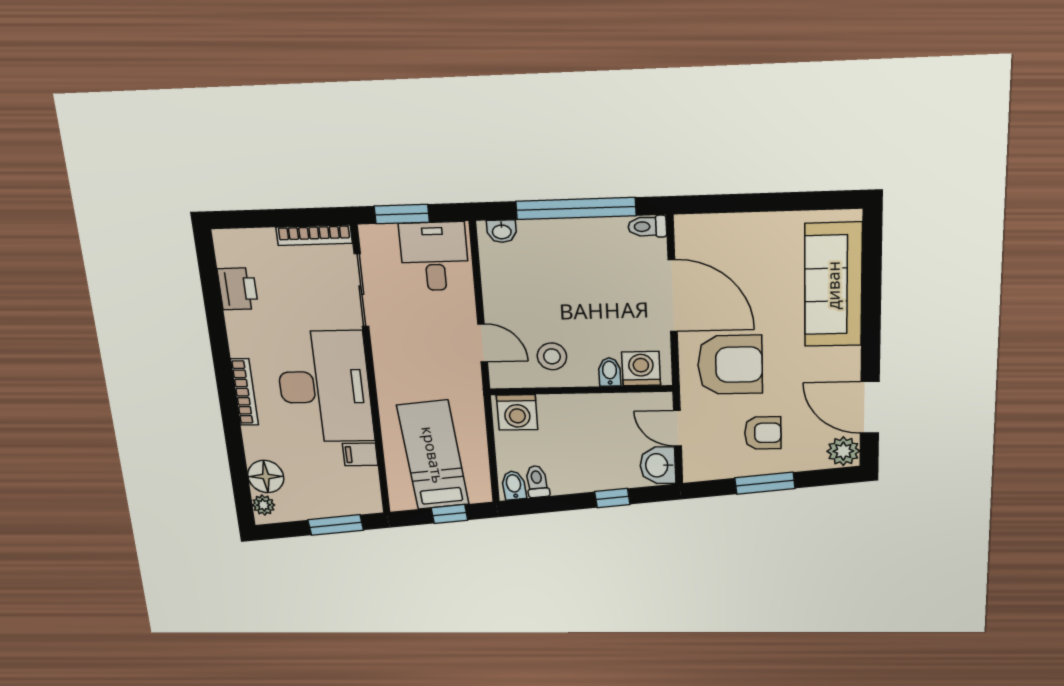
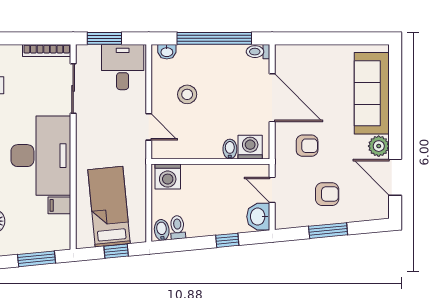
stool: (552, 356) -> (187, 94), moved
armchair: (730, 365) -> (307, 146), width x0.53, depth x0.53
plant: (843, 451) -> (379, 146), moved

